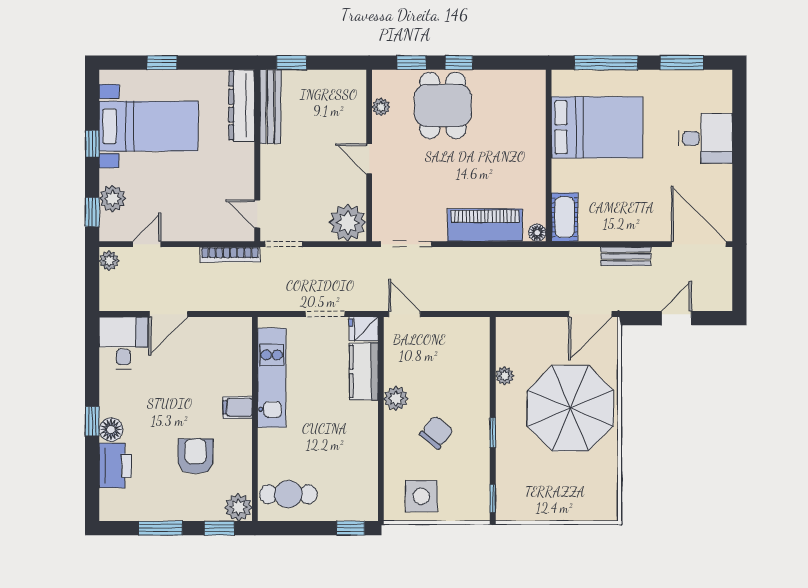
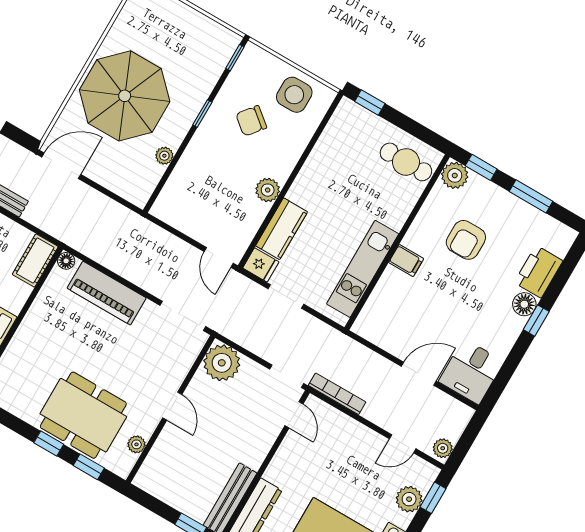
dining table: (443, 105) -> (83, 415), width x1.38
chair: (436, 432) -> (251, 121), moved

